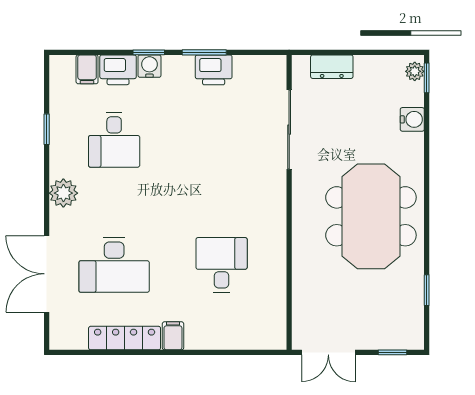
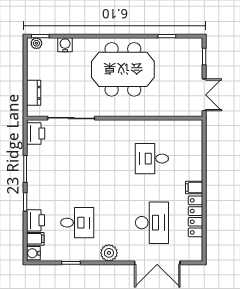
water cooler: (149, 66) -> (33, 253), moved
printer: (214, 70) -> (36, 134), moved

